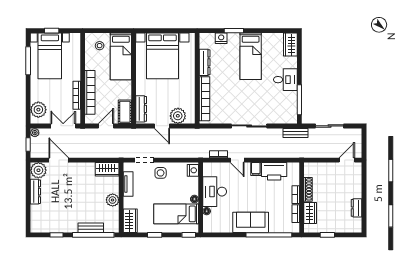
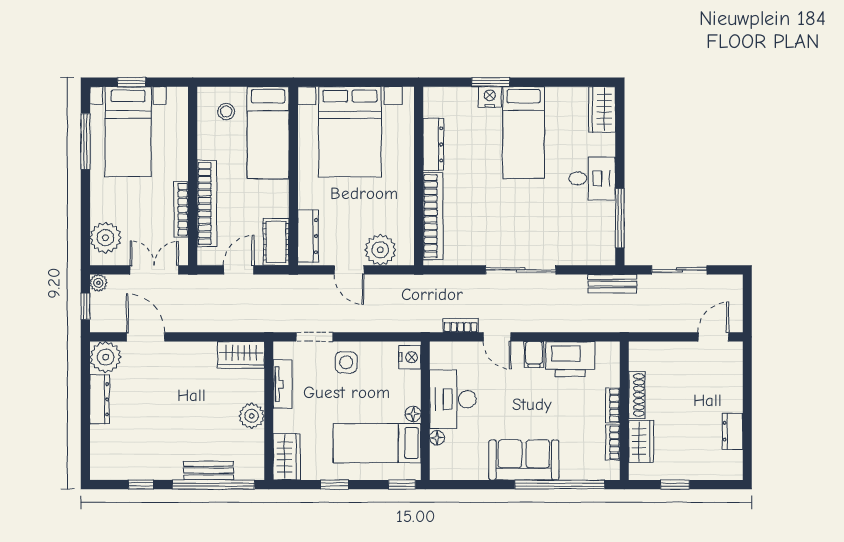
nightstand: (221, 38) -> (490, 97), moved

